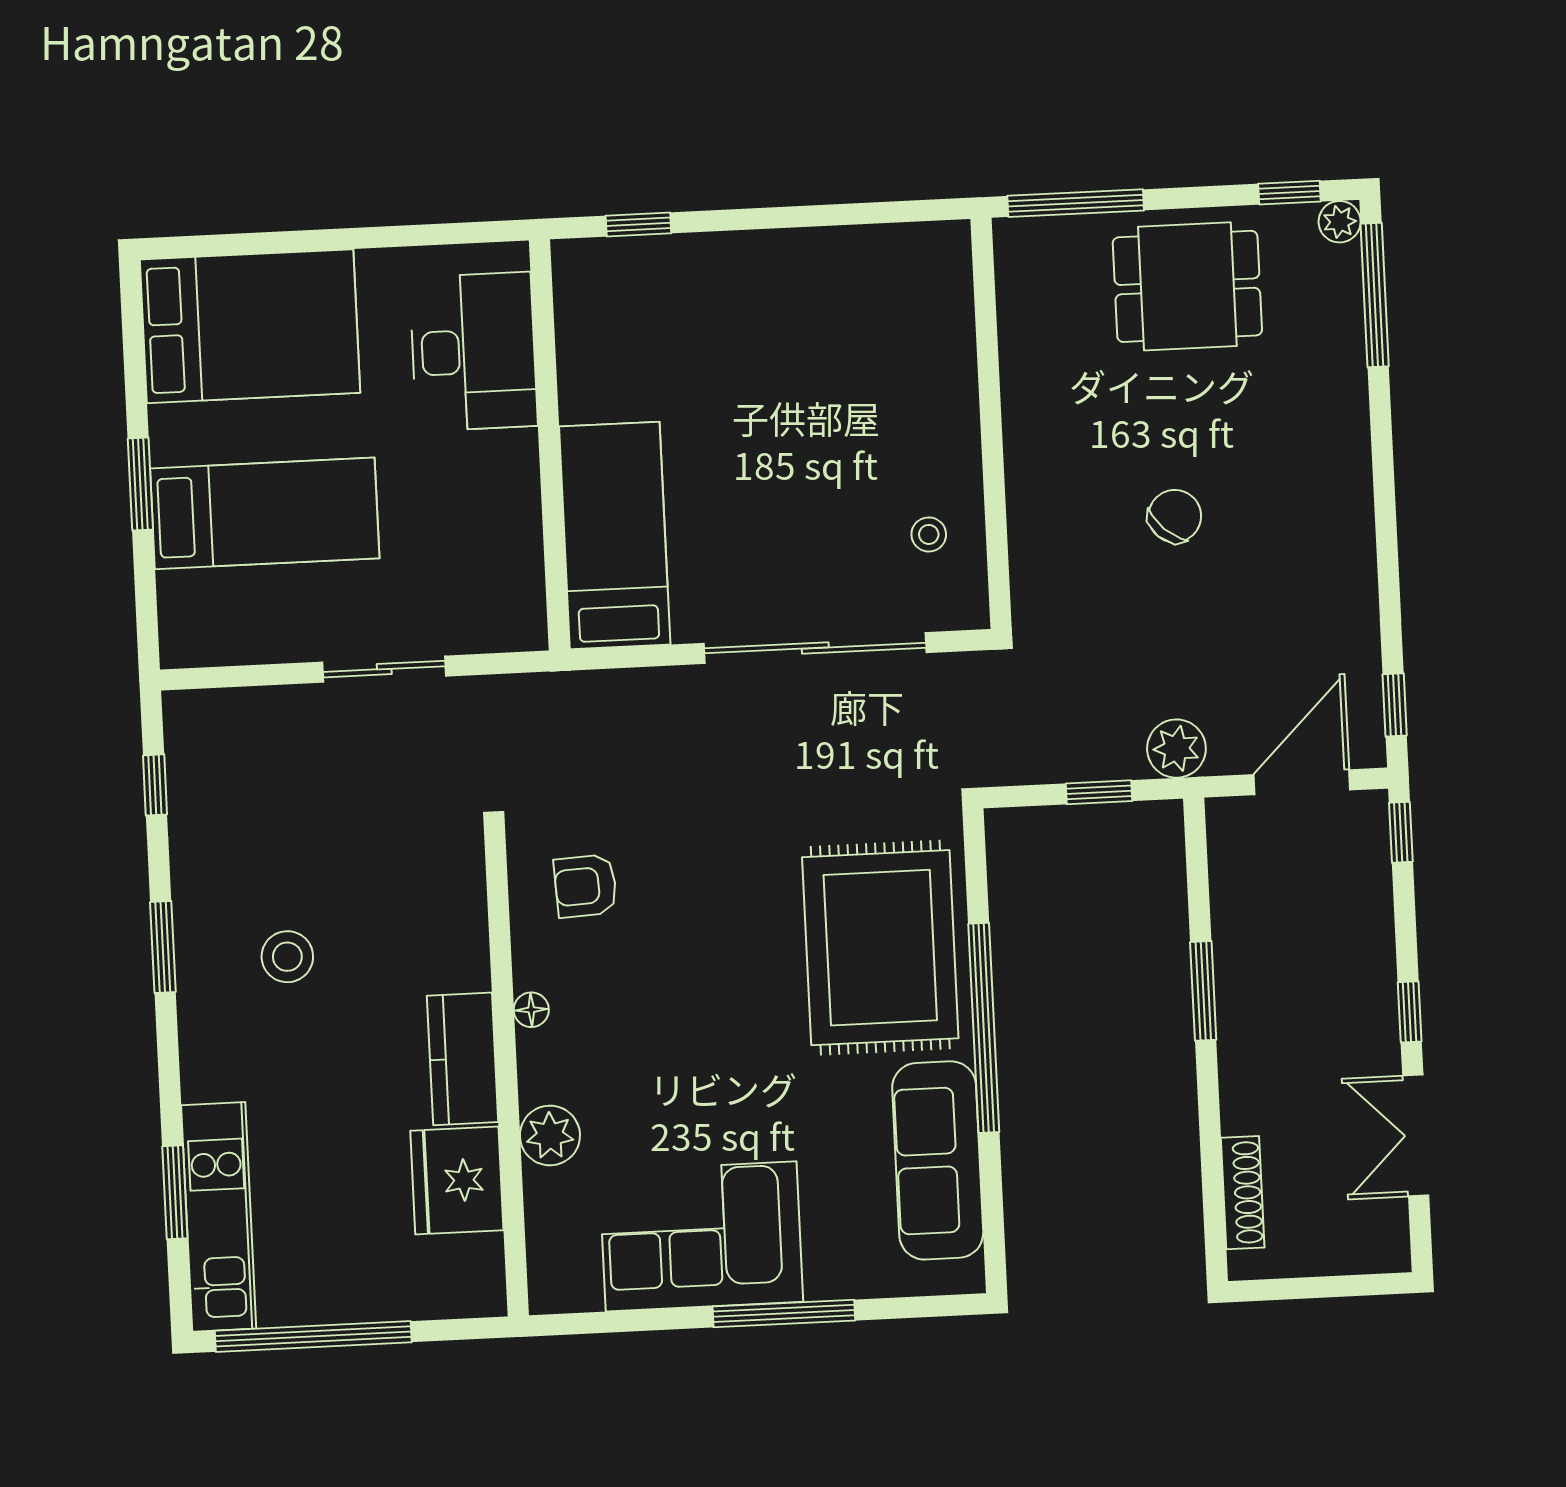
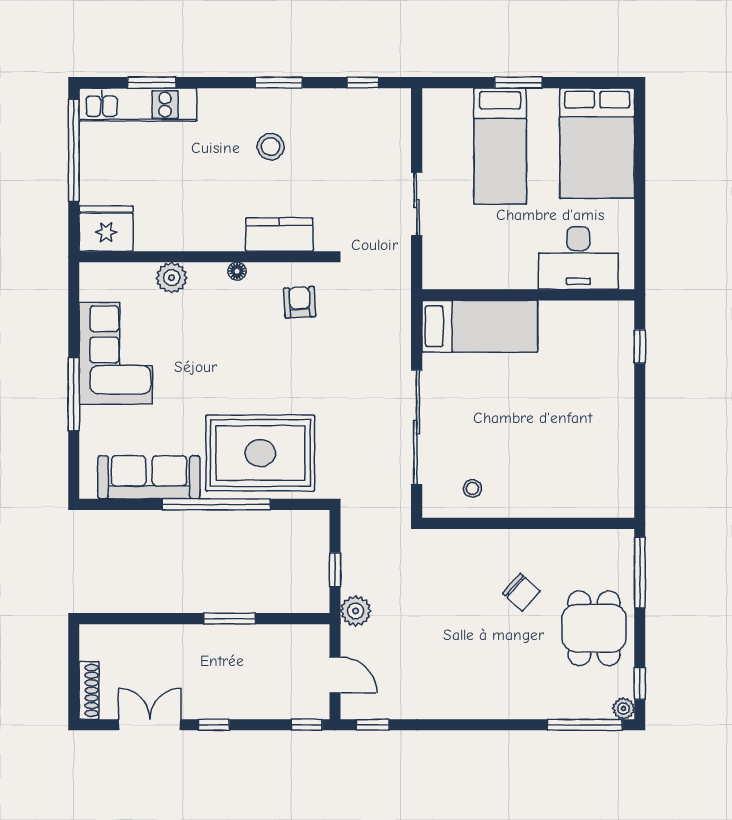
chair: (1175, 516) -> (521, 592), moved
door: (1302, 782) -> (335, 675), width x0.73
kitchen counter: (463, 1059) -> (279, 234), moved
fridge: (457, 1180) -> (106, 229), moved
shoe rack: (1243, 1193) -> (89, 690), moved, turned -90

